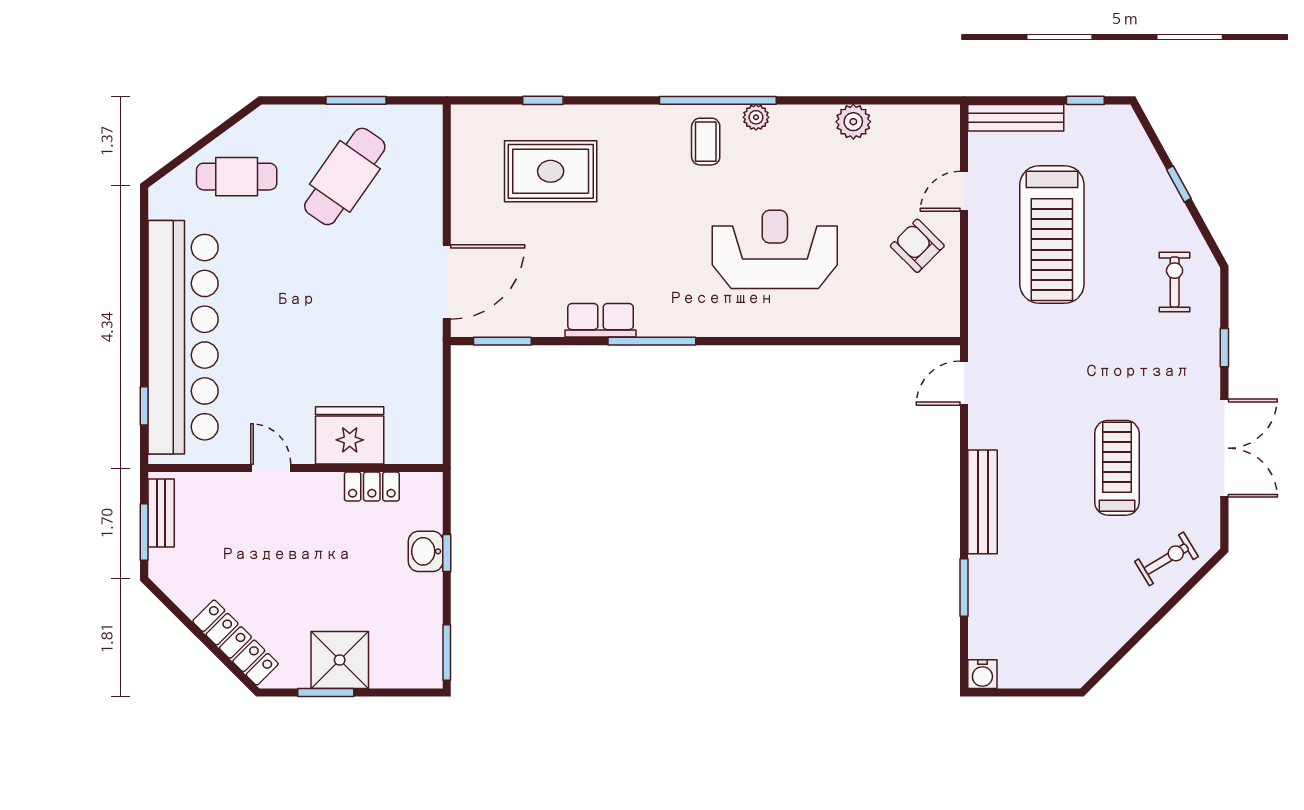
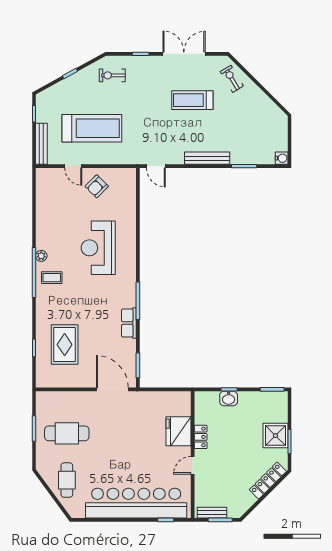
plant: (853, 122) -> (43, 214), removed
cafe table: (345, 176) -> (67, 433), turned -35
locker: (372, 487) -> (201, 437), moved

